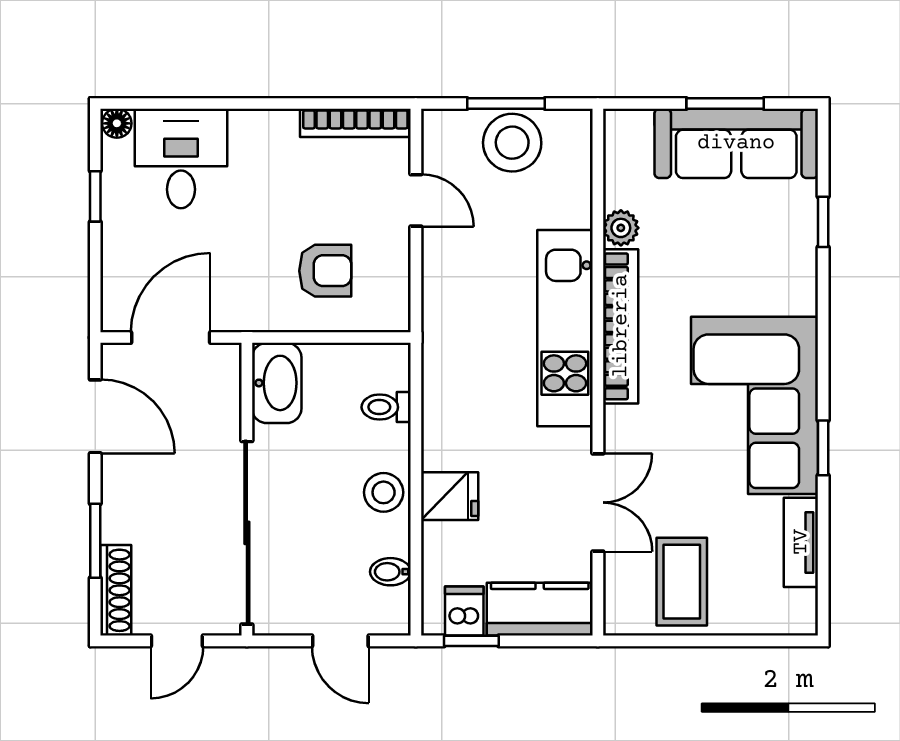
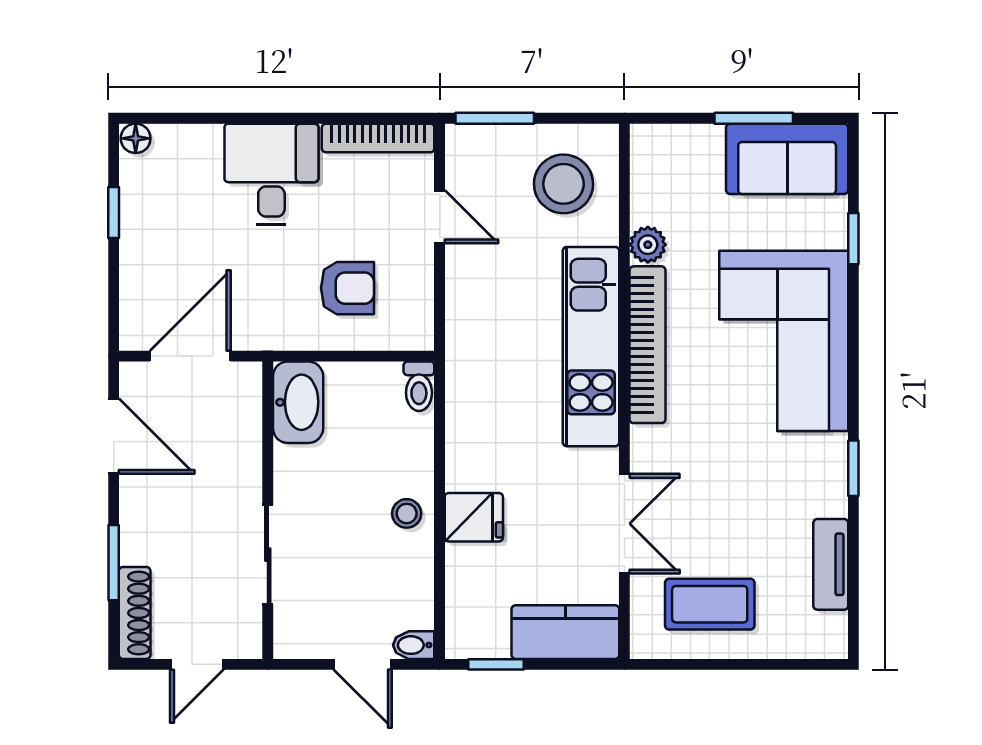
window: (506, 104) -> (495, 118), moved
stool: (512, 143) -> (564, 184), moved
sofa: (736, 143) -> (787, 159), width x0.73
desk: (181, 158) -> (271, 174), moved
corner sofa: (755, 405) -> (784, 341), moved
toilet: (386, 407) -> (419, 386), moved, turned -90
stool: (384, 492) -> (407, 513), width x0.73, depth x0.73
sliding door: (247, 533) -> (268, 555), width x0.54
bidet: (390, 572) -> (414, 645), moved
coffee table: (682, 582) -> (710, 604), turned 90
dishwasher: (464, 611) -> (489, 634), removed

